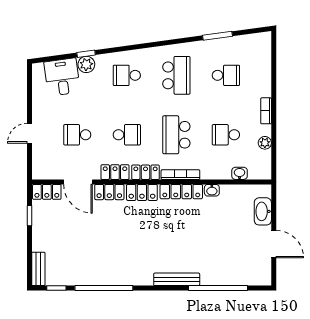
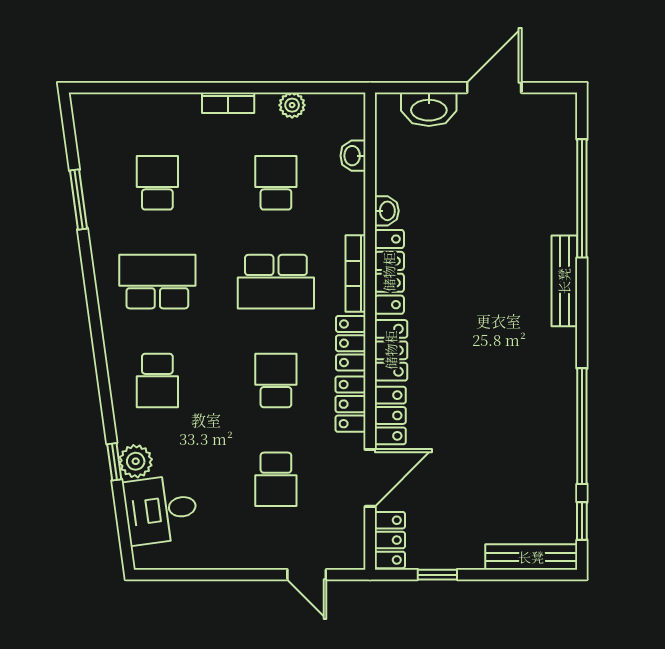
door: (30, 133) -> (307, 575), moved
school desk: (226, 135) -> (276, 183), turned 180
bench: (38, 269) -> (531, 557), width x1.36

